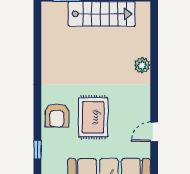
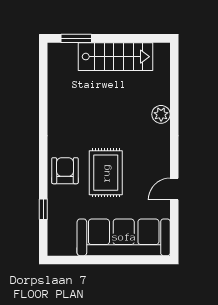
armchair: (57, 115) -> (65, 171), turned 180

